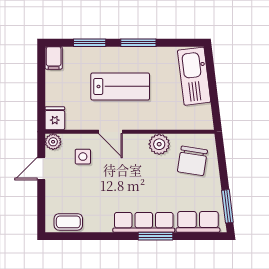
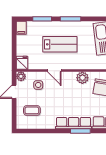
coffee table: (68, 222) -> (32, 110), moved

